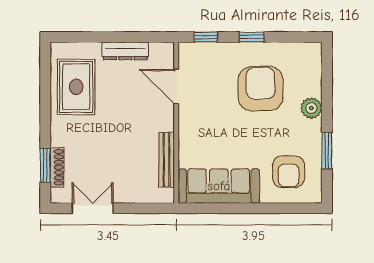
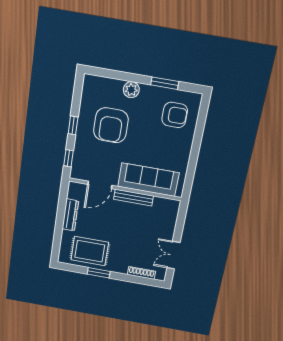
armchair: (261, 89) -> (111, 125), turned -89
bench: (167, 160) -> (133, 198), moved
window: (45, 165) -> (99, 273), moved
sofa: (219, 186) -> (148, 180), moved, turned 90

